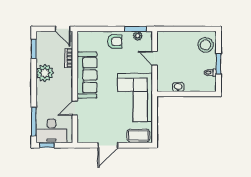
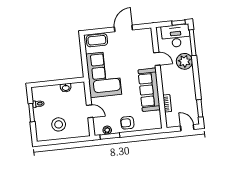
door: (63, 29) -> (187, 128), moved
stool: (206, 45) -> (59, 124), moved
plant: (45, 73) -> (184, 61), moved
door: (75, 108) -> (157, 59), hinge flipped

